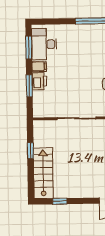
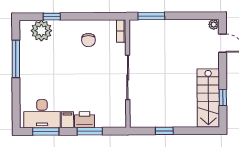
stairs: (43, 173) -> (208, 98), moved, turned -90

